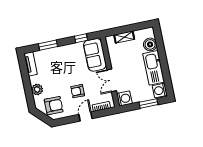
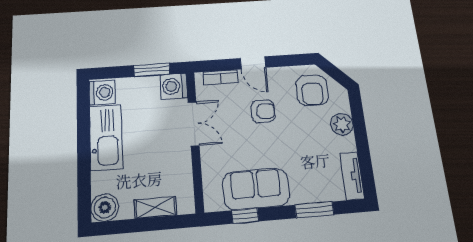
boiler: (150, 44) -> (105, 207), moved
sofa: (95, 55) -> (256, 189), moved, turned -90
window: (149, 103) -> (152, 70), moved
armchair: (54, 106) -> (312, 90), turned -90
door: (85, 117) -> (253, 63), hinge flipped

